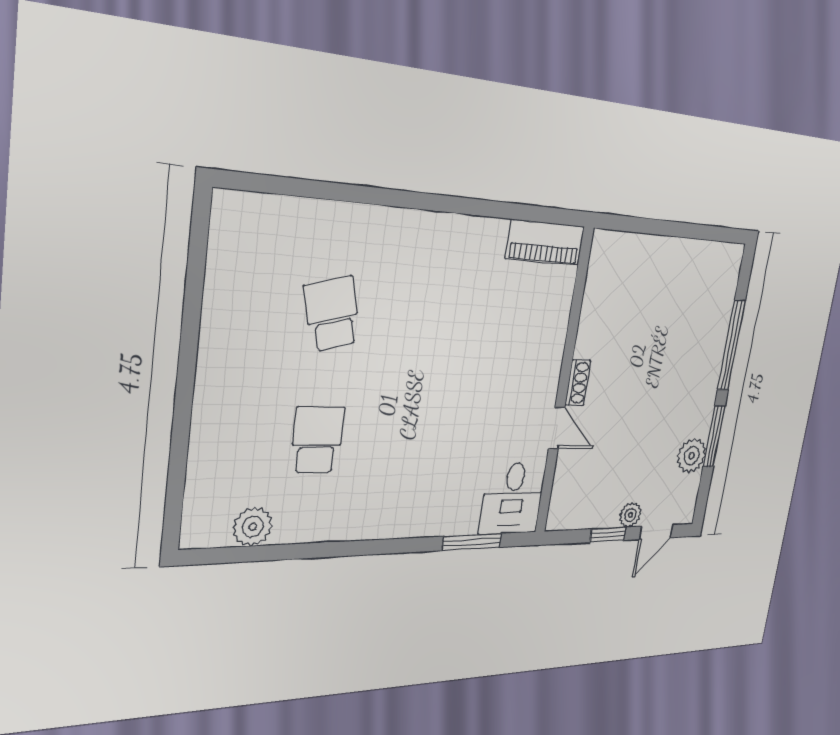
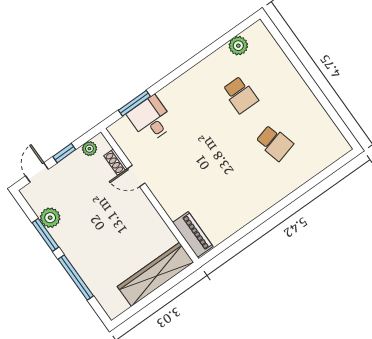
piano: (545, 242) -> (193, 235), moved, turned 90
wardrobe: (650, 258) -> (156, 274), added
shoe rack: (578, 383) -> (116, 162), moved
desk: (512, 499) -> (151, 119), moved
plant: (630, 515) -> (89, 149), moved

